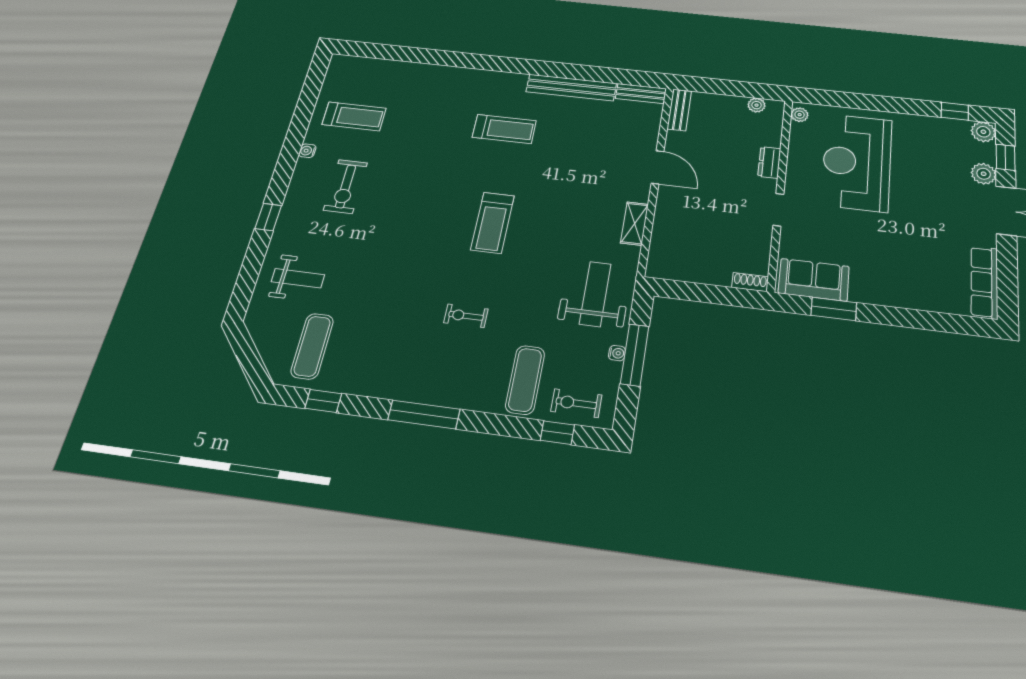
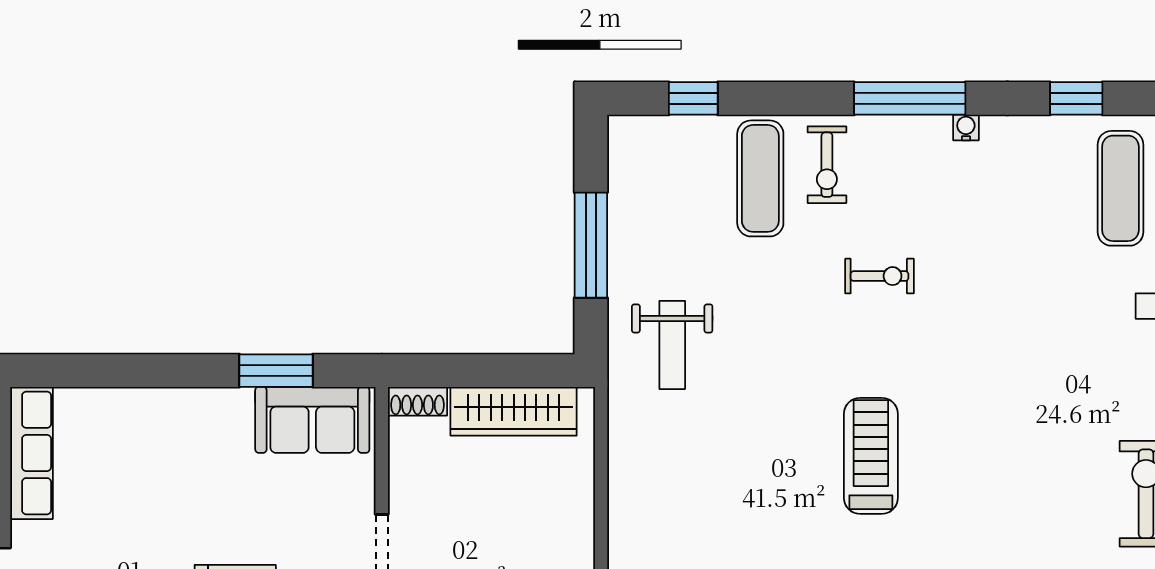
shelving: (634, 224) -> (626, 487), removed
wardrobe: (694, 270) -> (514, 411), added
weight bench: (595, 294) -> (672, 345), width x0.73, depth x0.75
water cooler: (617, 353) -> (966, 127), moved, turned 90
exercise bike: (576, 403) -> (827, 165), moved, turned 90

